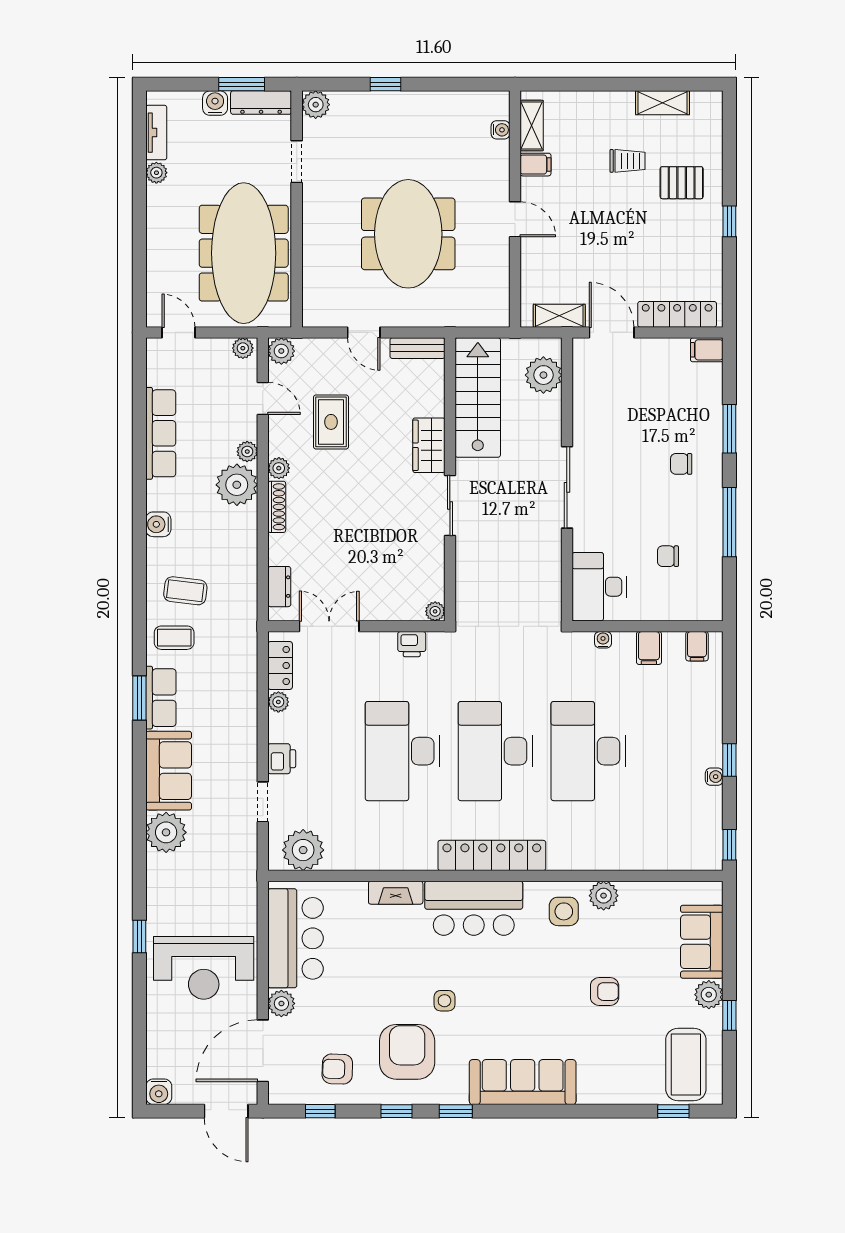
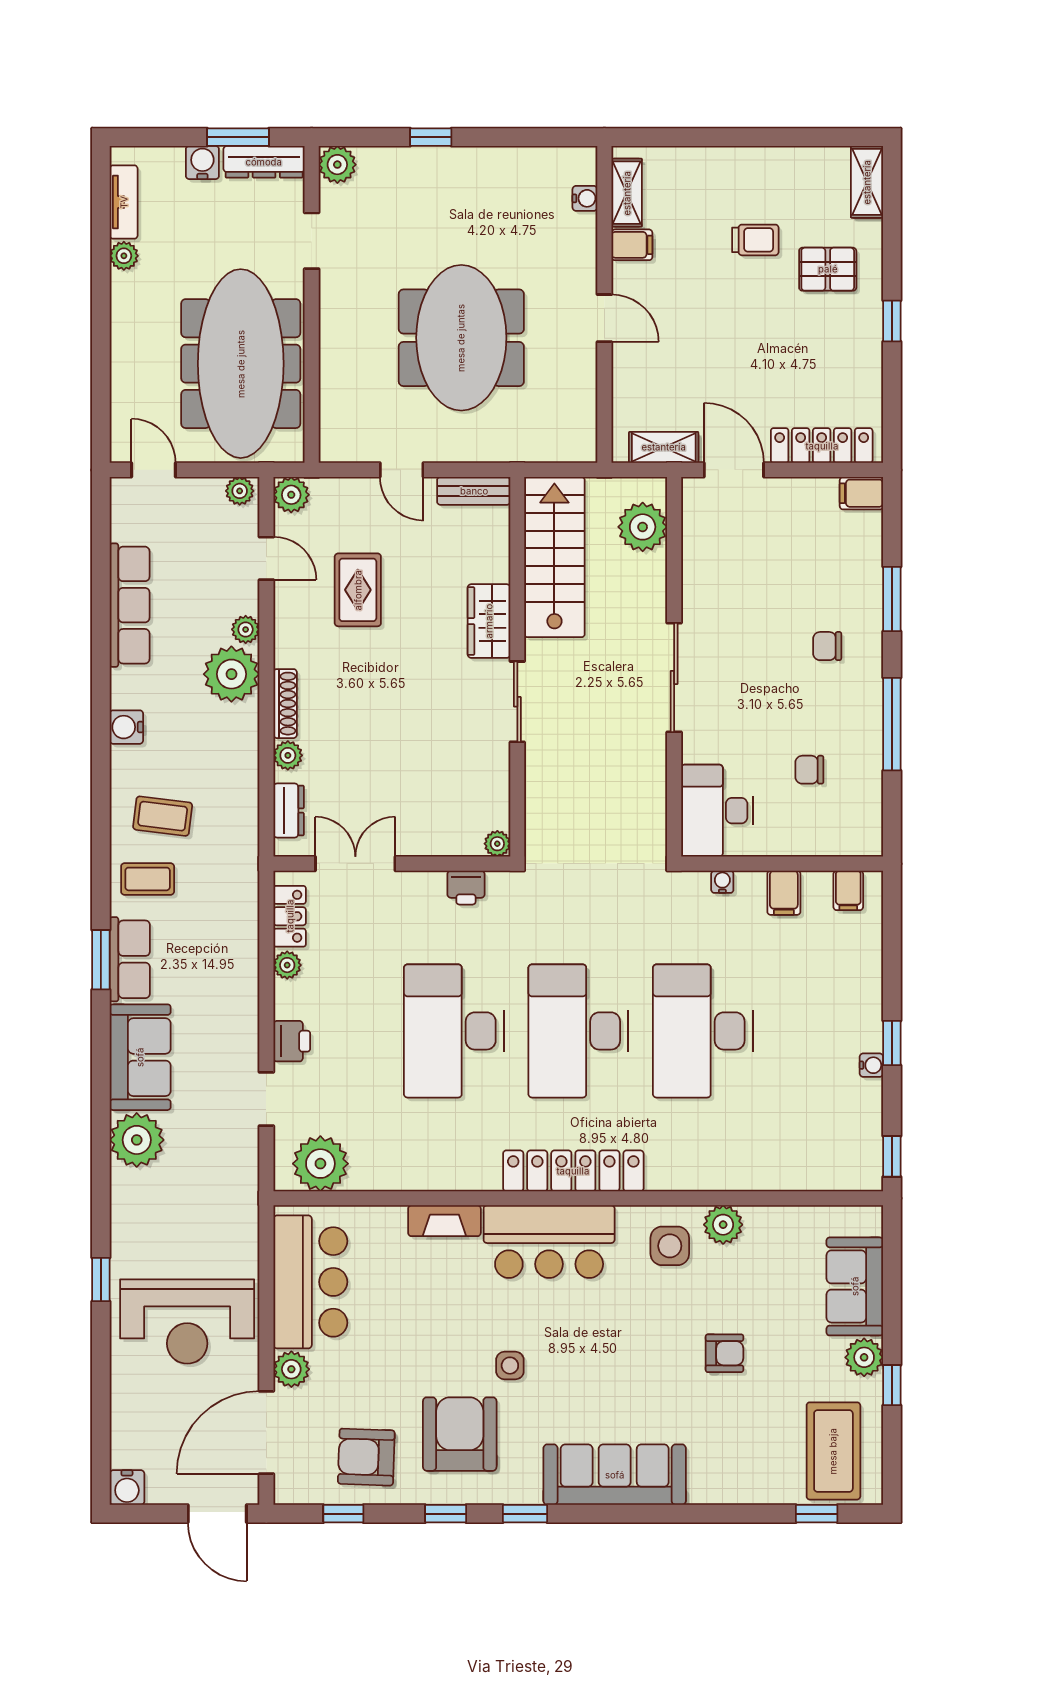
shelving: (663, 103) -> (867, 182), moved, turned 90
plant: (279, 468) -> (288, 755), moved
armchair: (337, 1069) -> (366, 1457), width x1.38, depth x1.38

